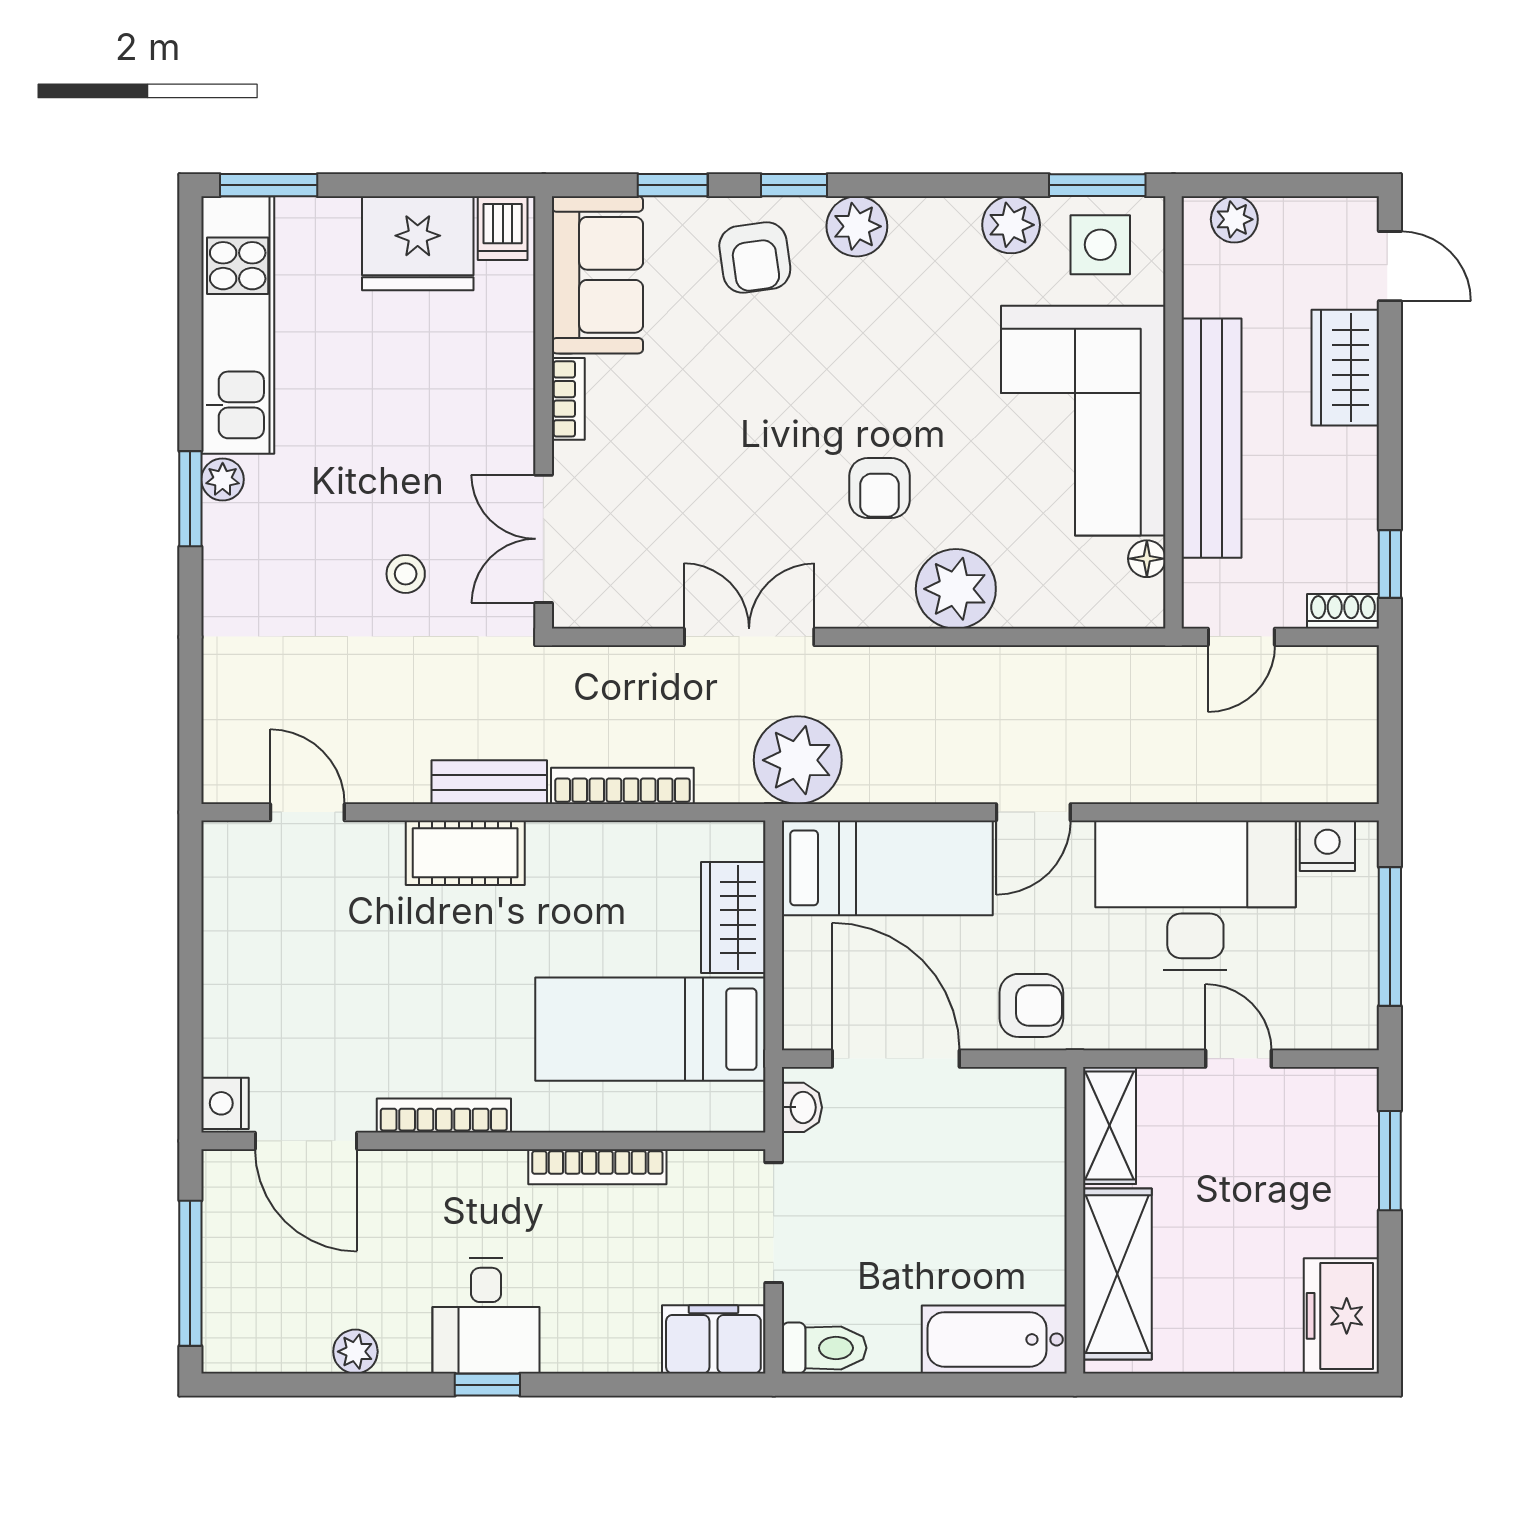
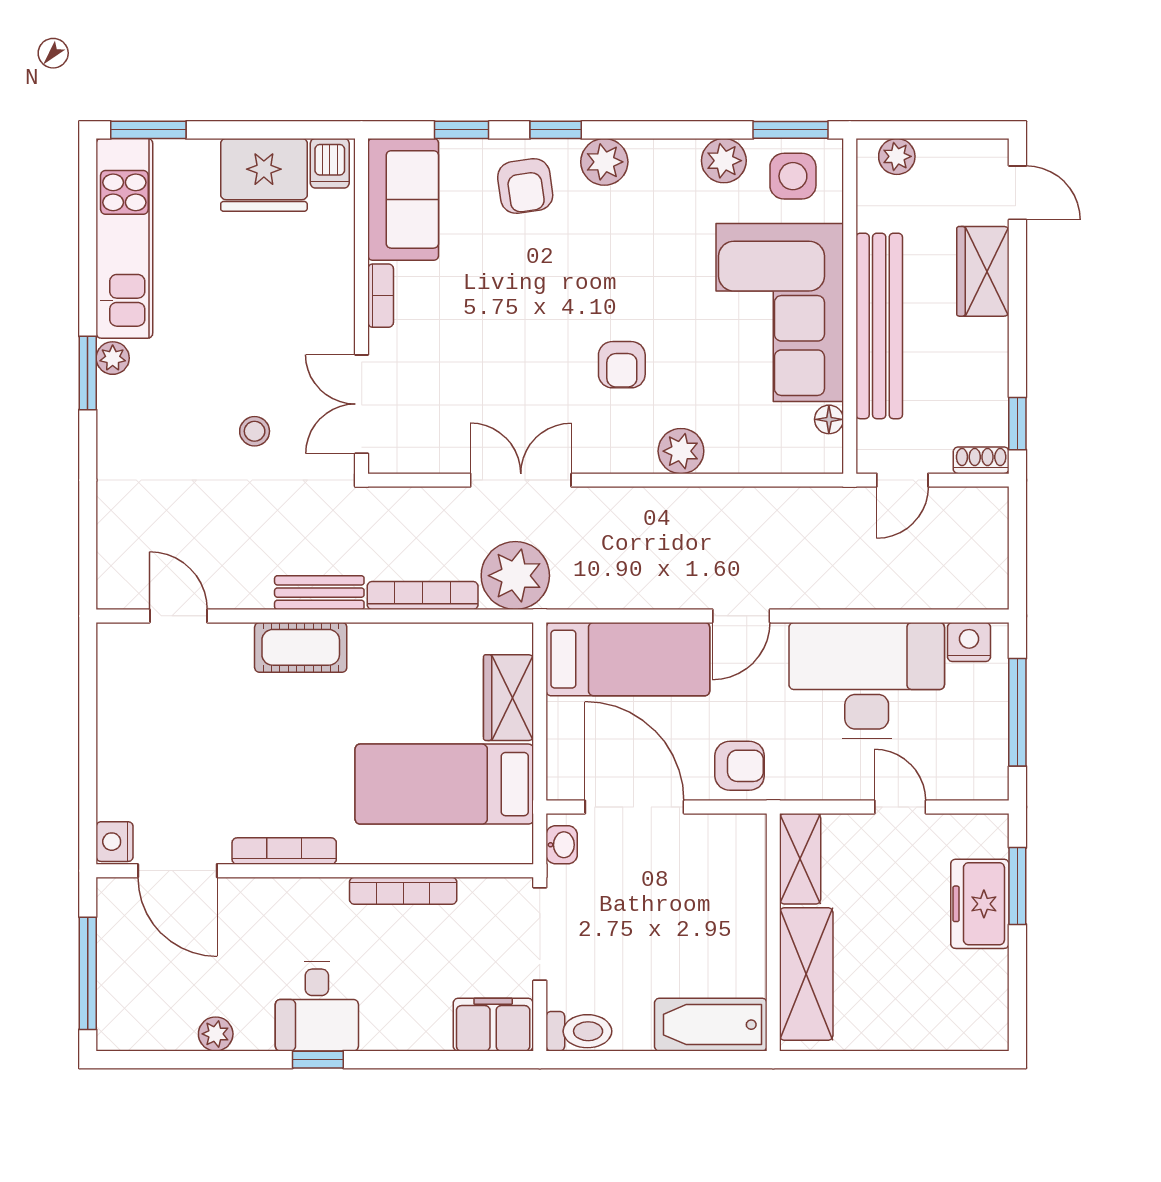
plant: (956, 589) -> (681, 451), width x0.73, depth x0.73
plant: (798, 760) -> (515, 576), moved
freezer: (1341, 1316) -> (980, 904), moved

